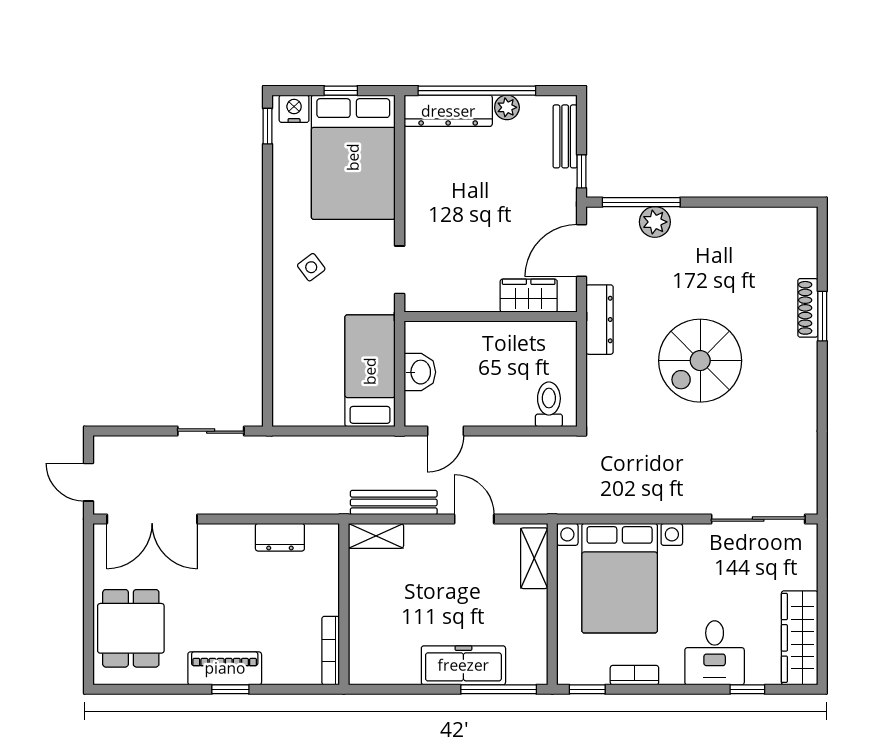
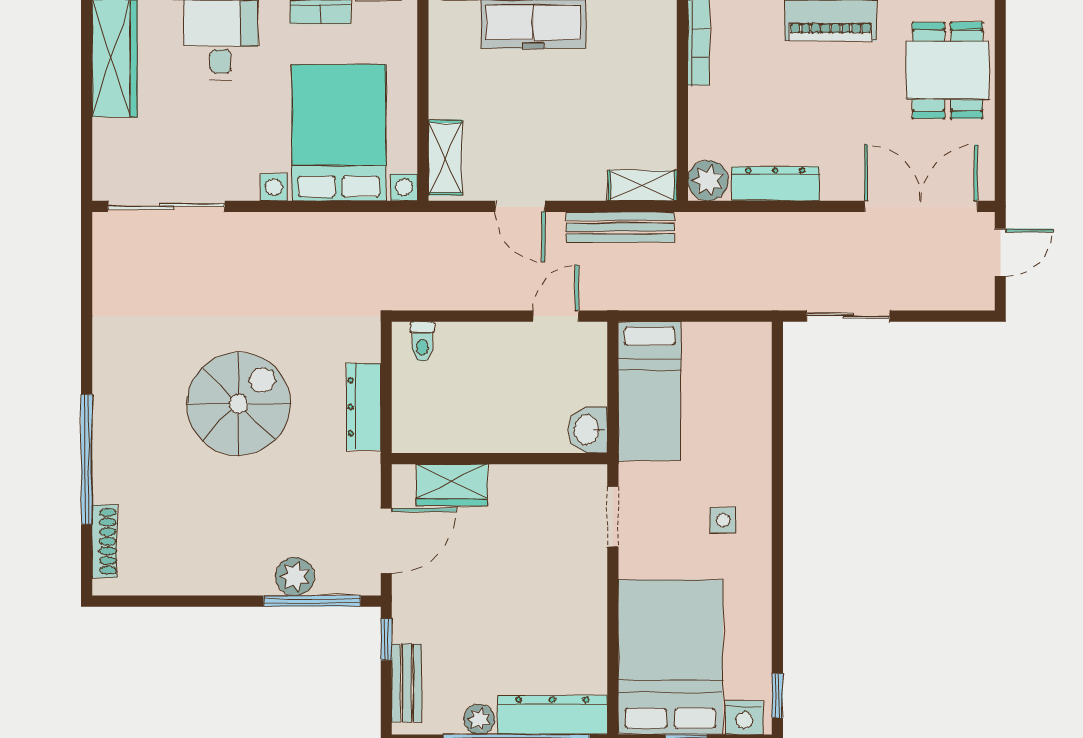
side table: (311, 267) -> (723, 520), turned 37
shoe rack: (808, 308) -> (104, 541), moved
window: (822, 316) -> (87, 459), width x2.11
dresser: (600, 320) -> (364, 407), moved
washbasin: (420, 372) -> (588, 430), moved
toilet: (549, 404) -> (422, 342), width x0.73, depth x0.72
door: (89, 482) -> (1000, 252), hinge flipped
dresser: (280, 537) -> (775, 184), width x1.44
plant: (323, 540) -> (708, 181), added

